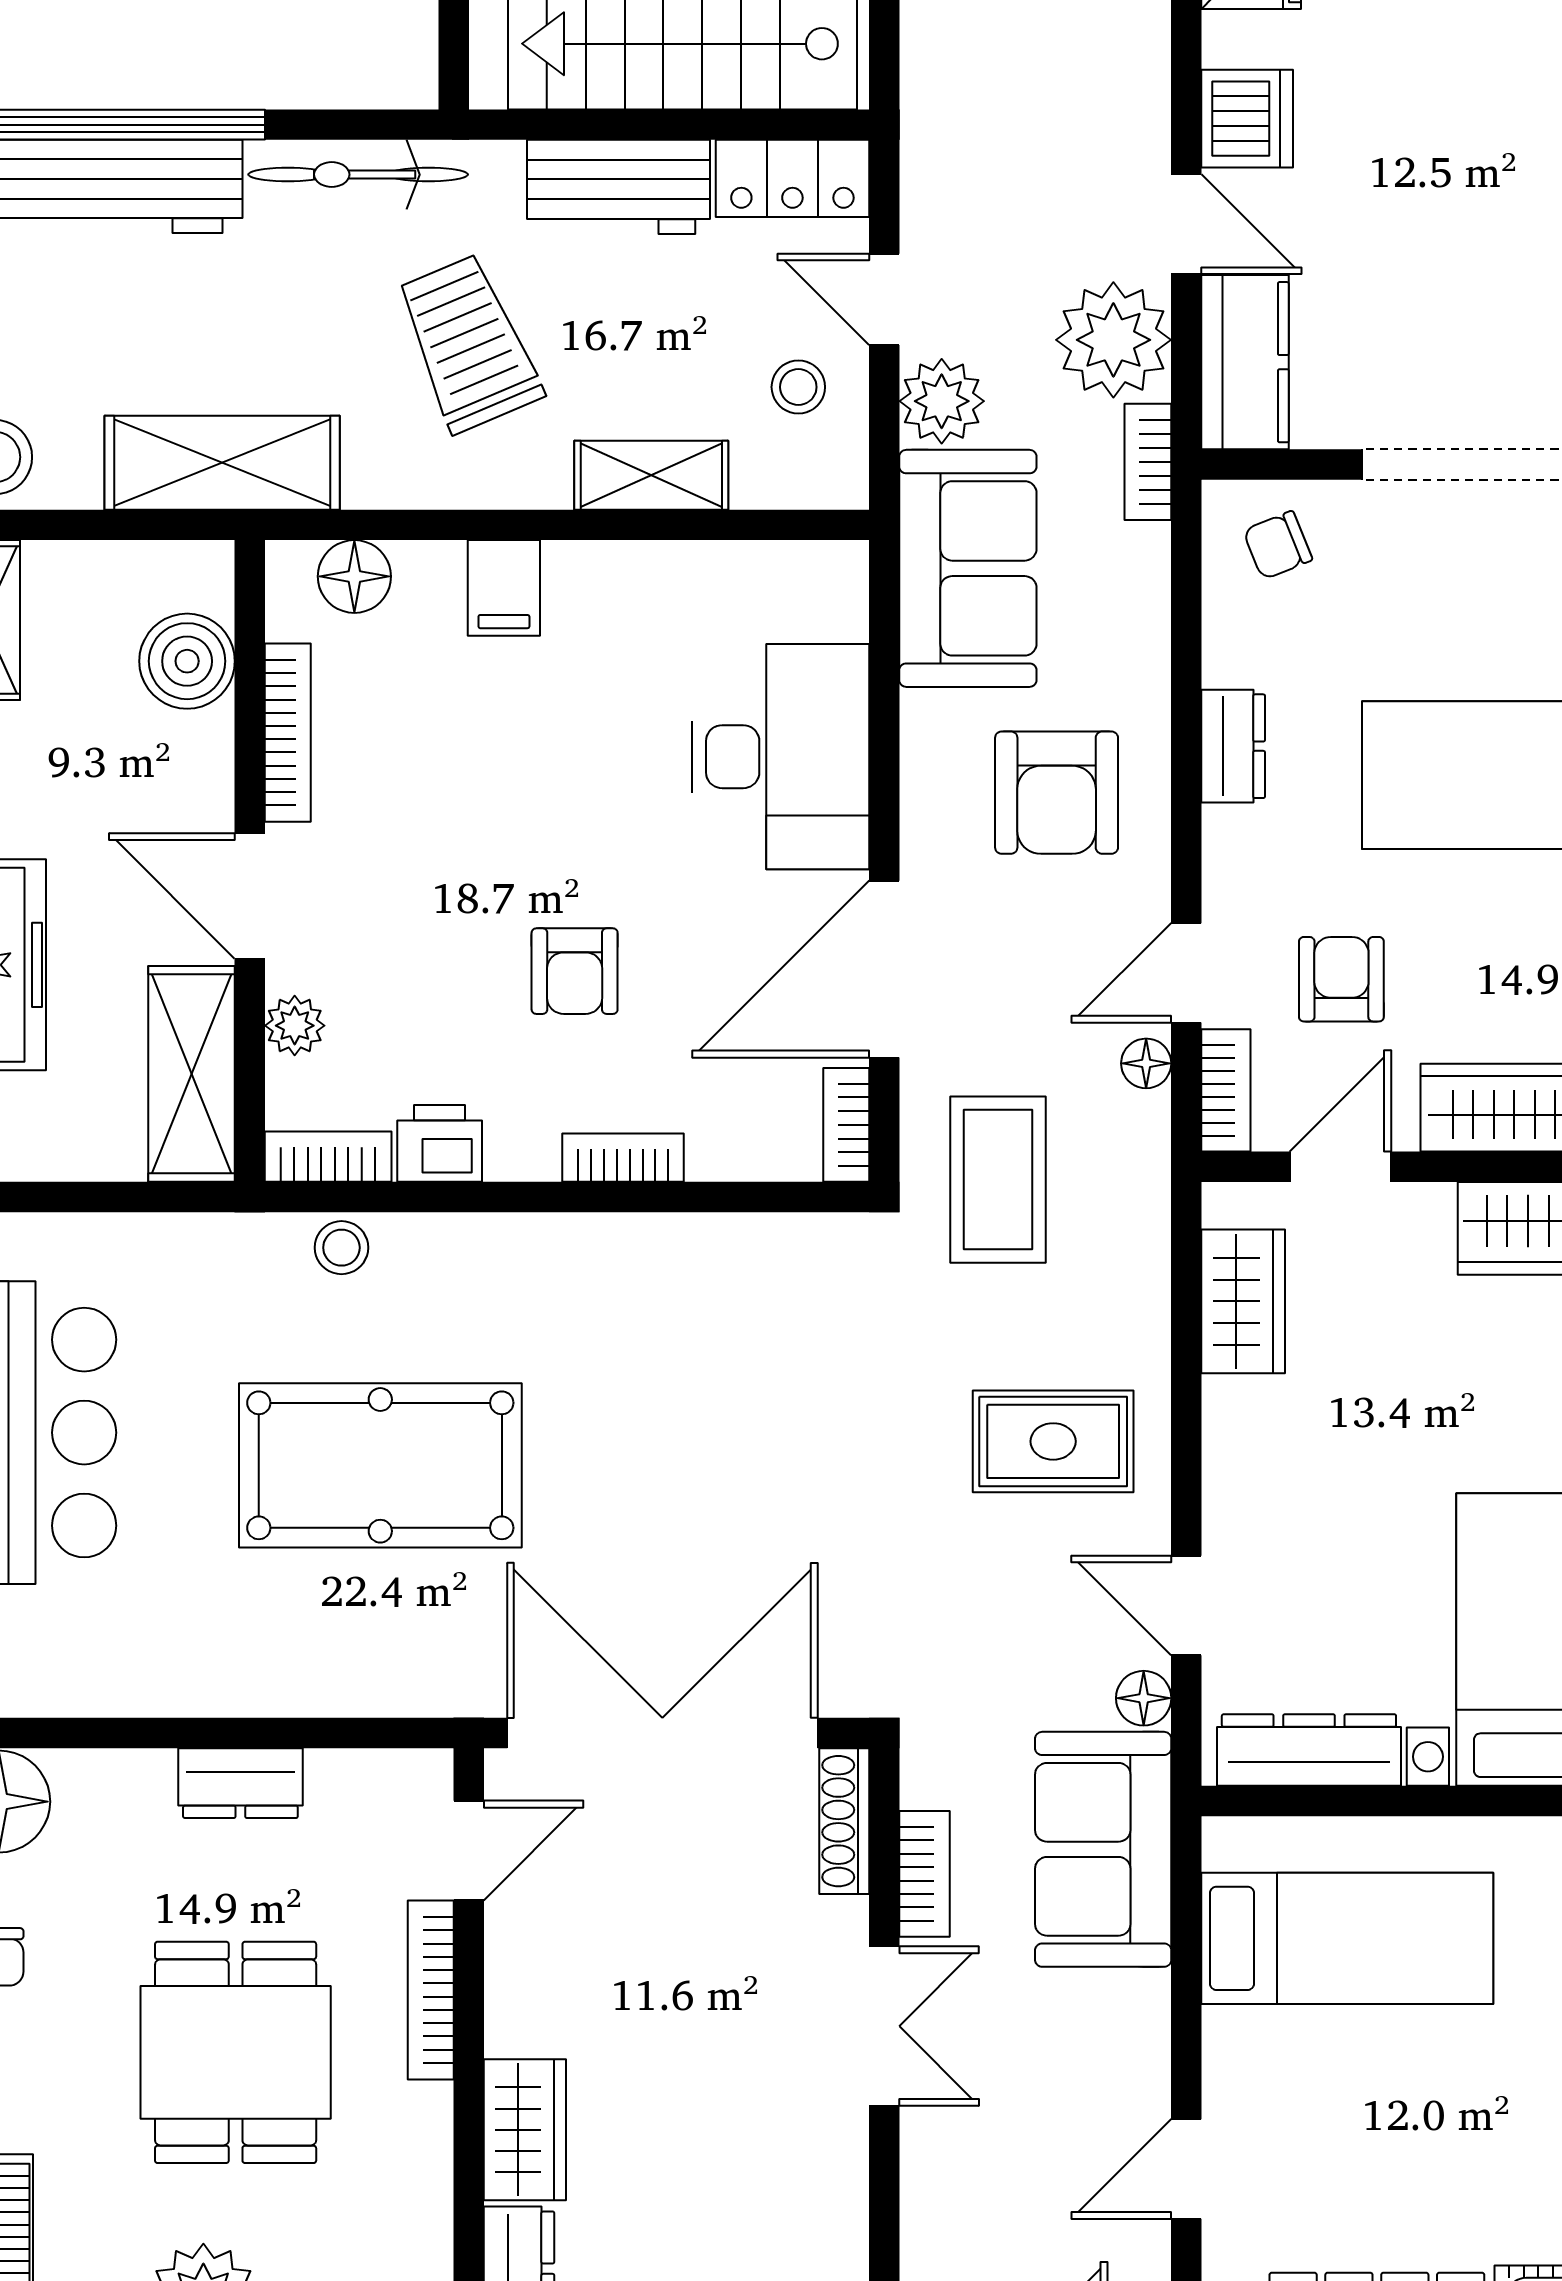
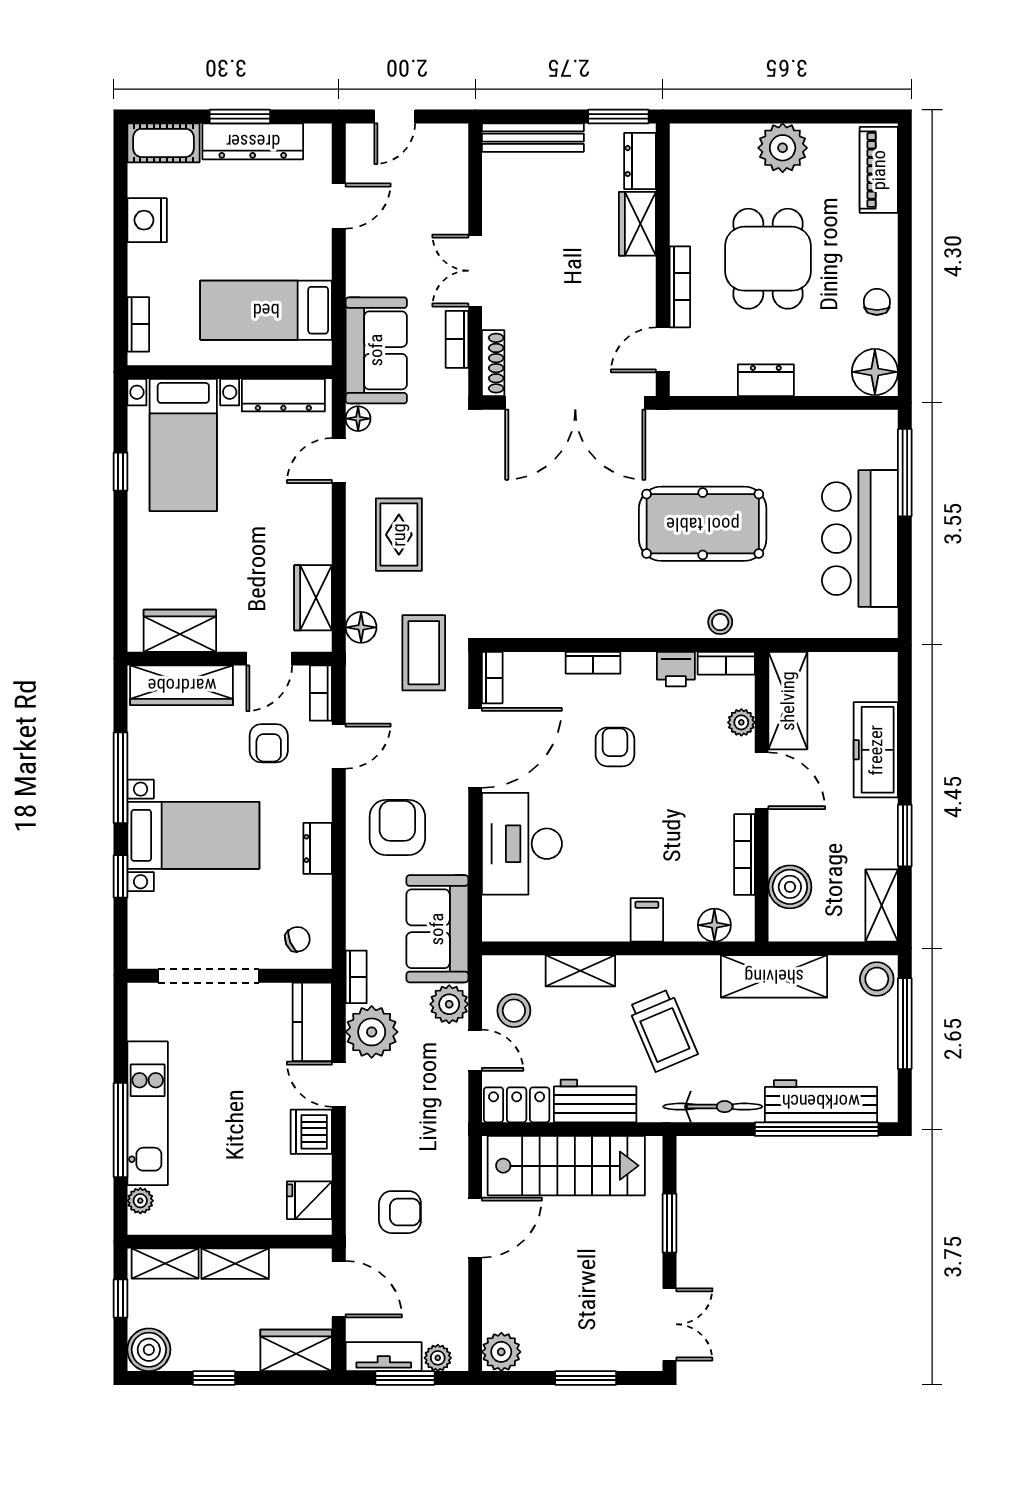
stool: (798, 387) -> (514, 1011), width x1.37, depth x1.37
floor lamp: (1146, 1063) -> (361, 627), moved, width x1.37, depth x1.37
rug: (1053, 1441) -> (399, 535), turned 90
door: (1186, 1605) -> (339, 460), swing flipped

